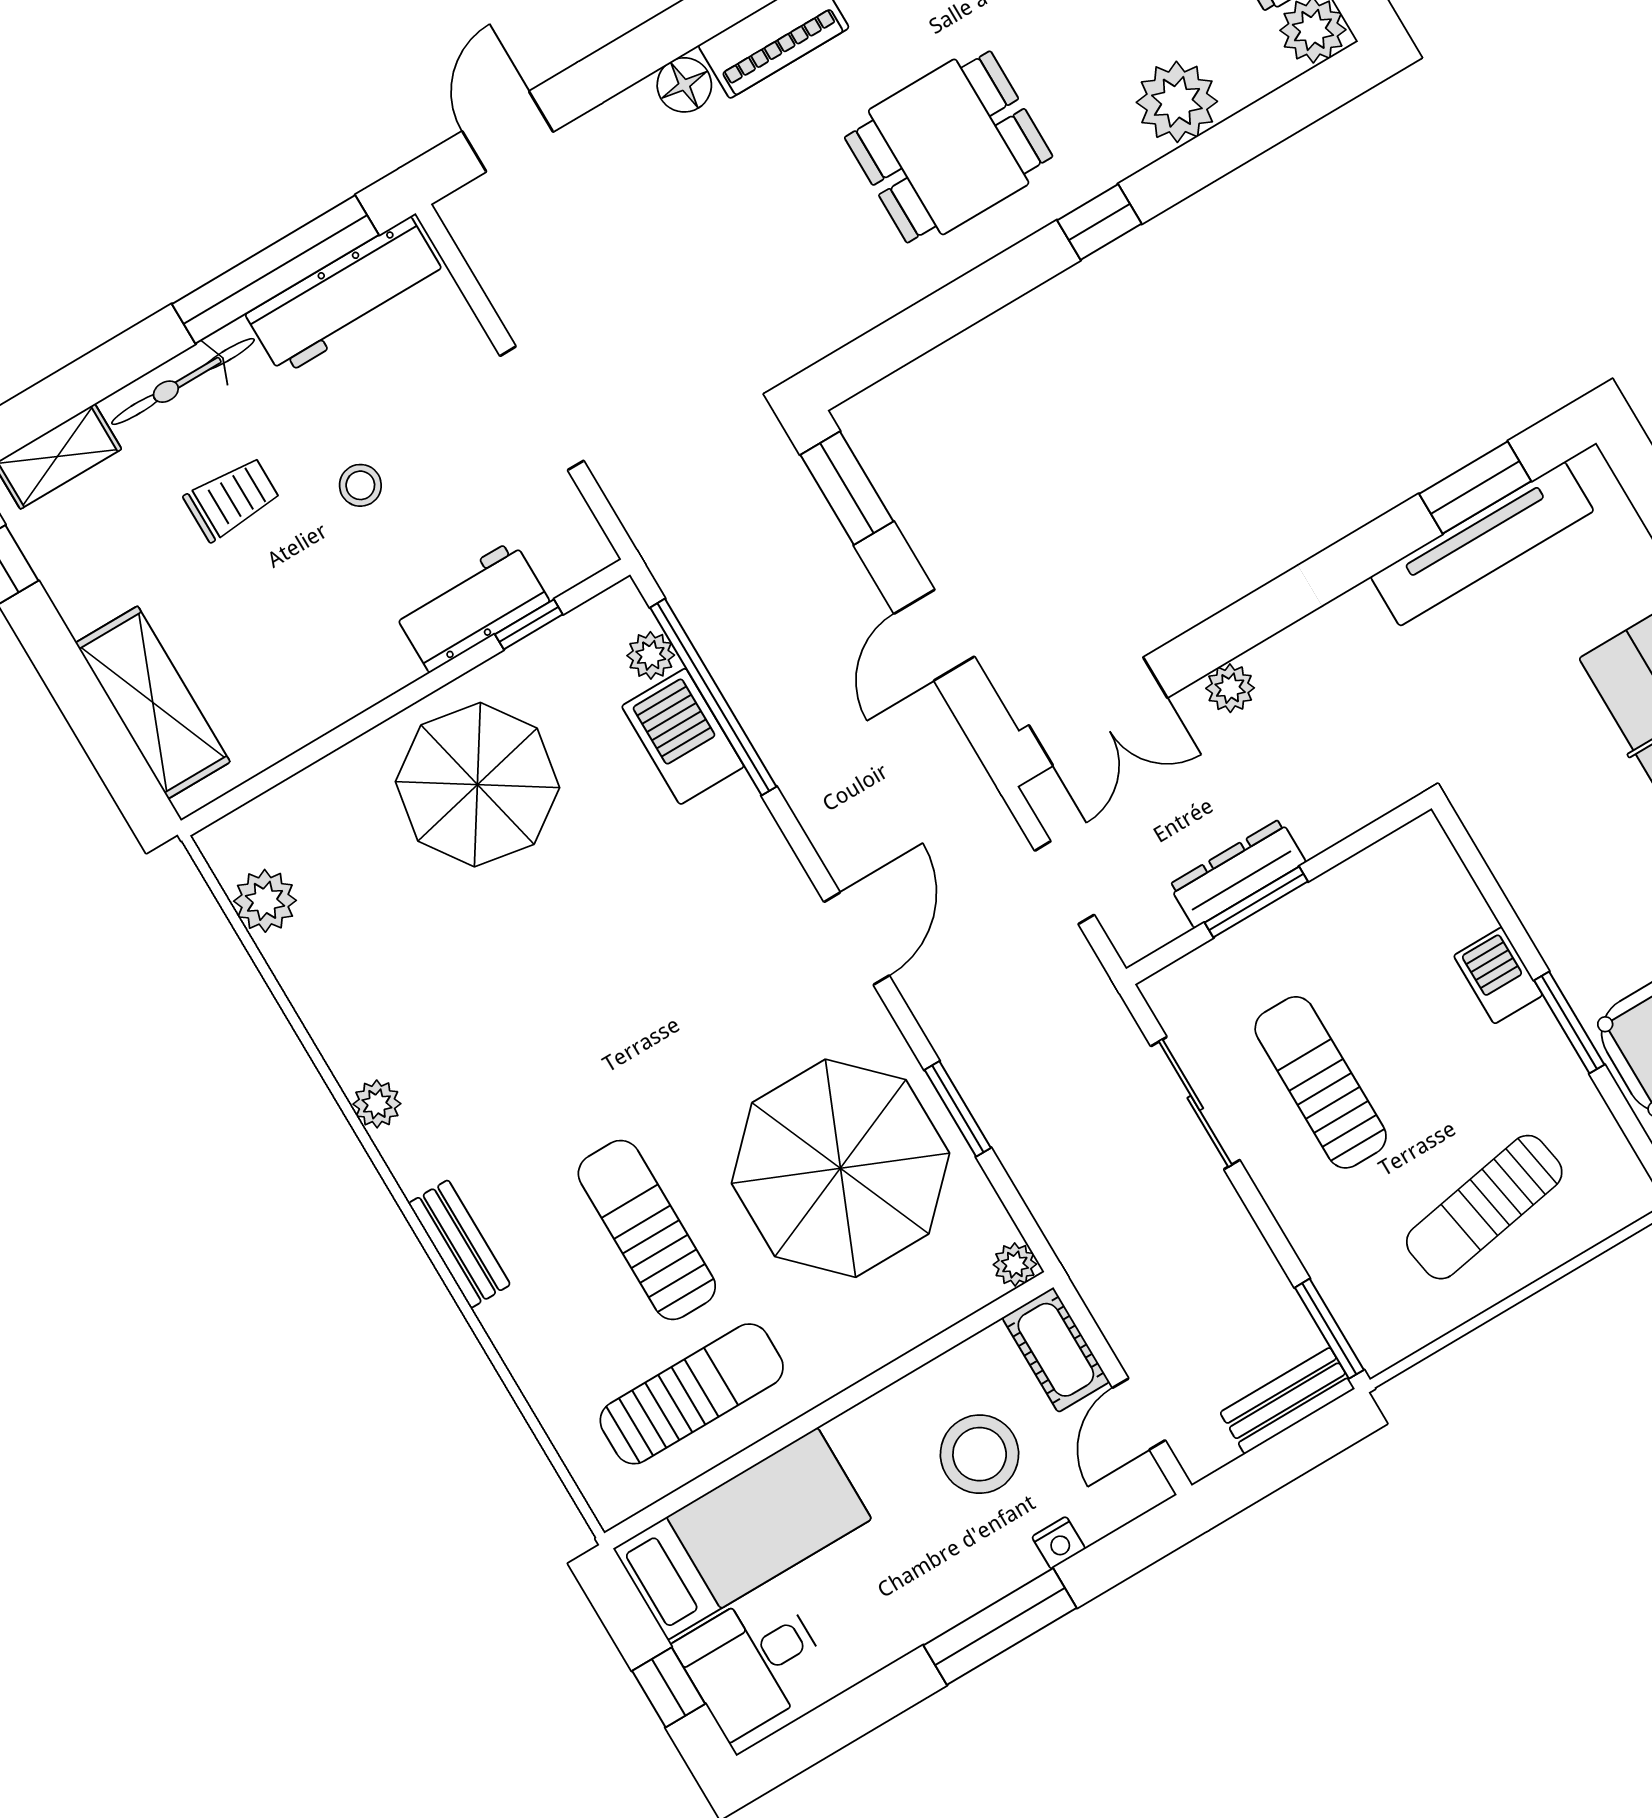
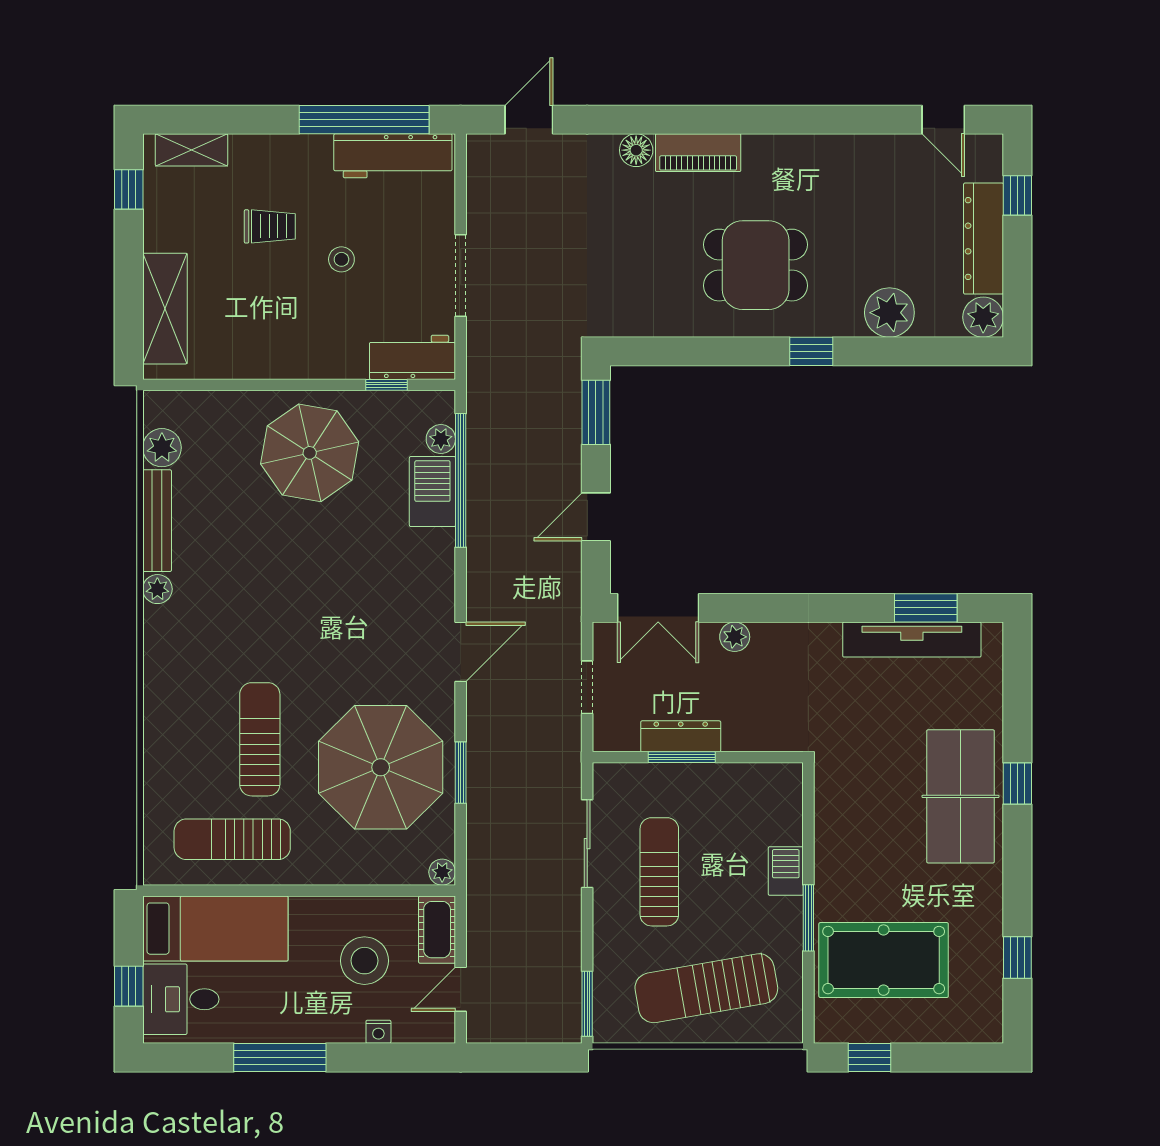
bicycle: (183, 381) -> (281, 150), removed
workbench: (471, 606) -> (412, 357), moved
sun lounger: (1484, 1207) -> (706, 988), width x1.36, depth x1.34
bench: (459, 1244) -> (157, 521), moved, width x1.36
sun lounger: (692, 1394) -> (232, 839), turned 180
bench: (1287, 1401) -> (543, 1028), removed
window: (1000, 1627) -> (280, 1057), moved

